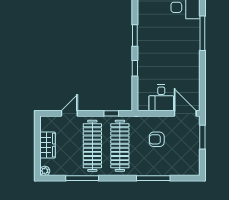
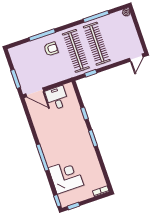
door: (69, 113) -> (136, 58), moved
armchair: (157, 139) -> (51, 49), moved
wardrobe: (48, 145) -> (131, 33), removed

